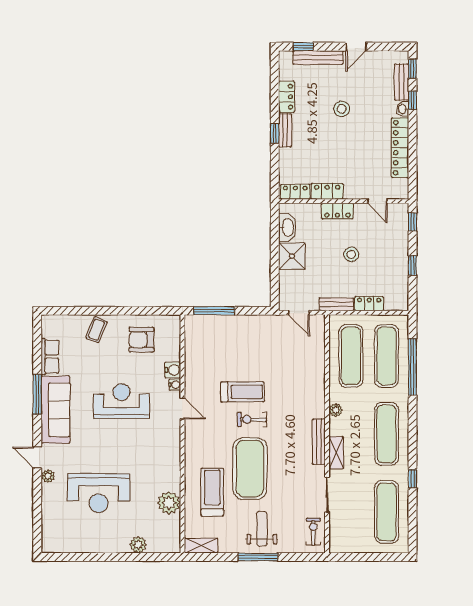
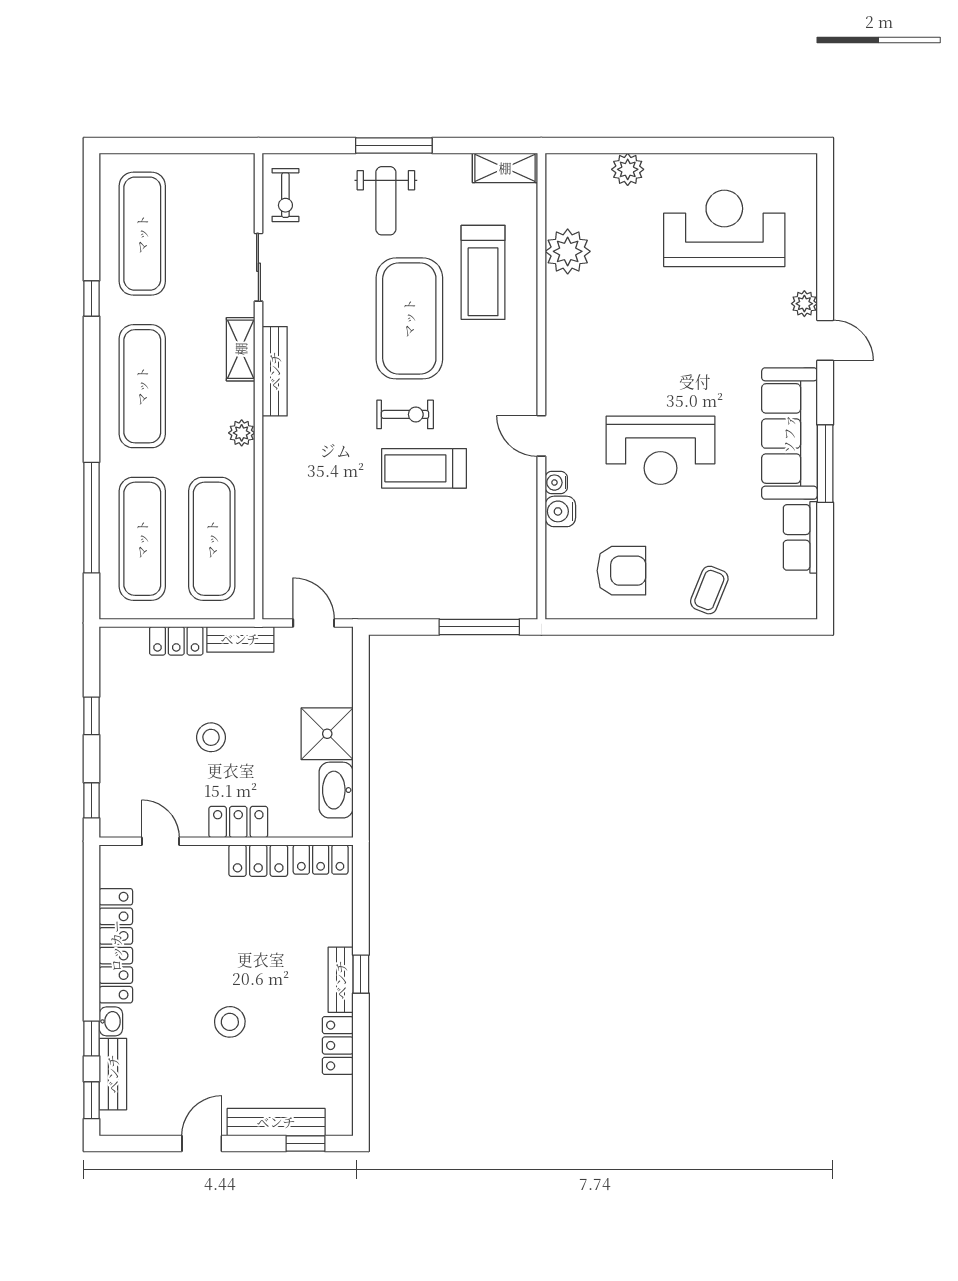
reception desk: (99, 493) -> (724, 228), moved

